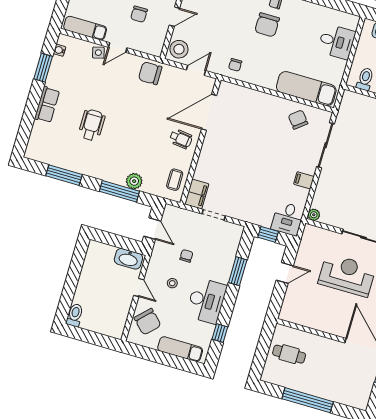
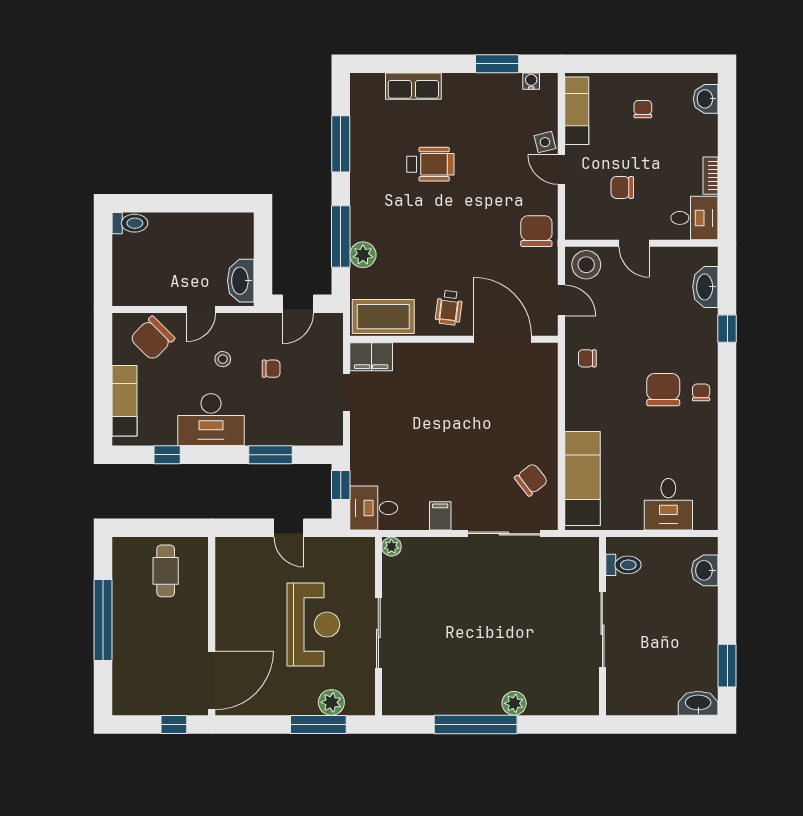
chair: (267, 25) -> (663, 390), turned 90
row of seats: (47, 105) -> (413, 86), moved
coffee table: (175, 180) -> (383, 317), width x1.86, depth x1.72

